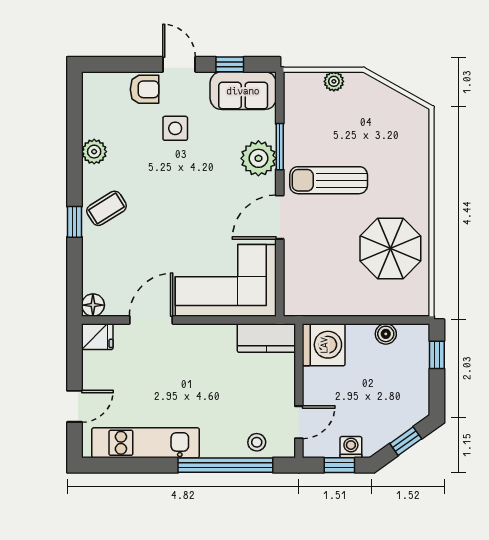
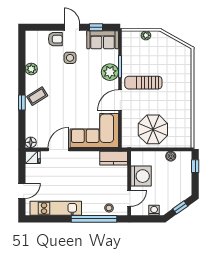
parasol: (390, 248) -> (153, 129), moved
washing machine: (324, 345) -> (141, 176), moved
window: (339, 465) -> (149, 219), removed

